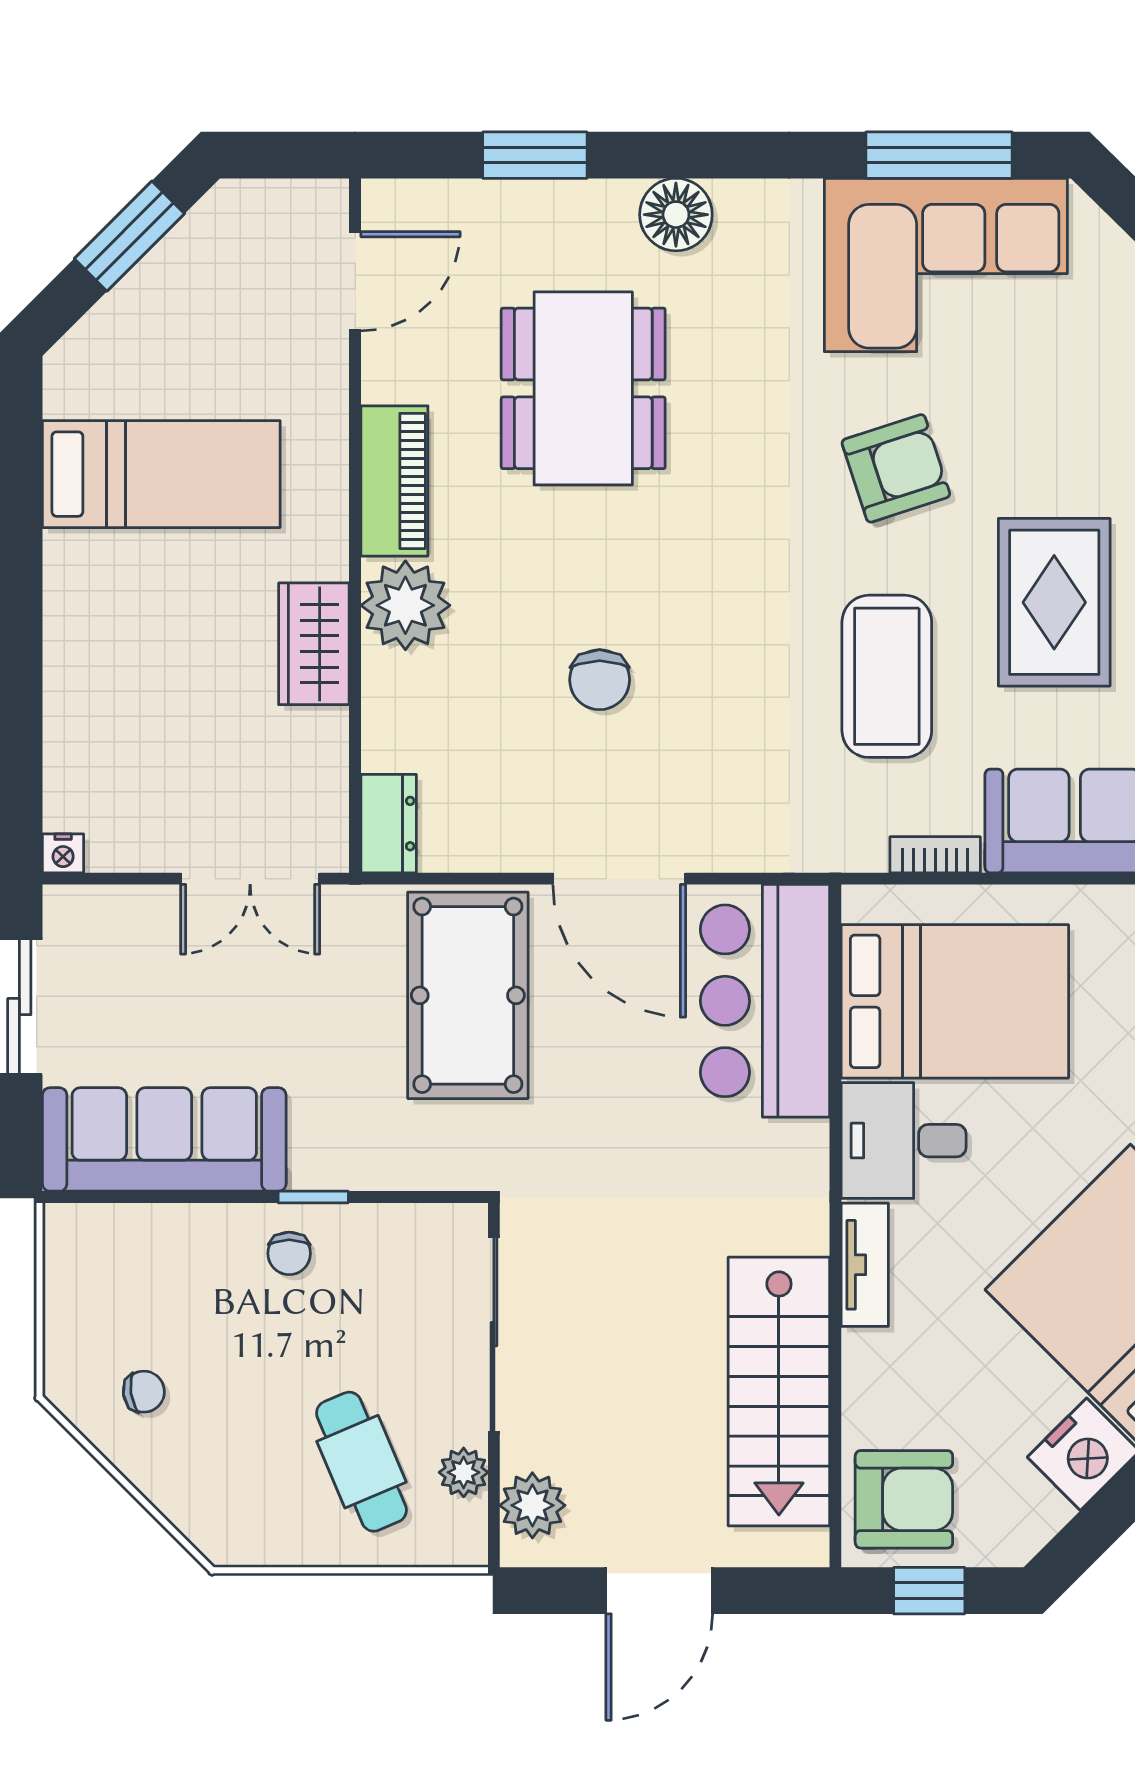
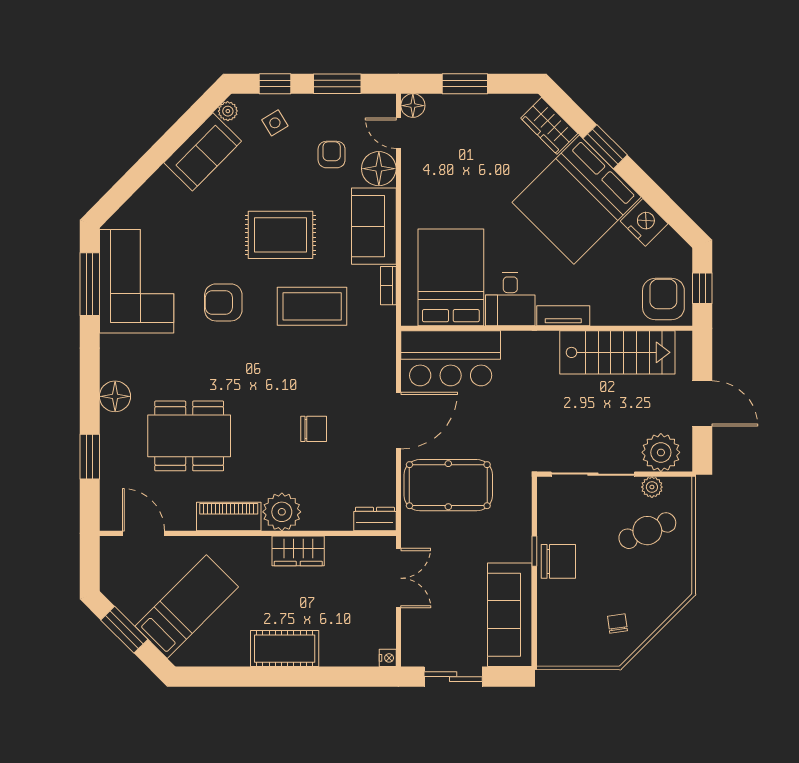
armchair: (896, 468) -> (223, 302), turned -72
bed: (161, 474) -> (187, 607), moved, turned 45
cot: (85, 612) -> (285, 649), added
chair: (289, 1253) -> (558, 561), width x1.87, depth x1.87
plant: (532, 1505) -> (661, 452), width x1.36, depth x1.36

